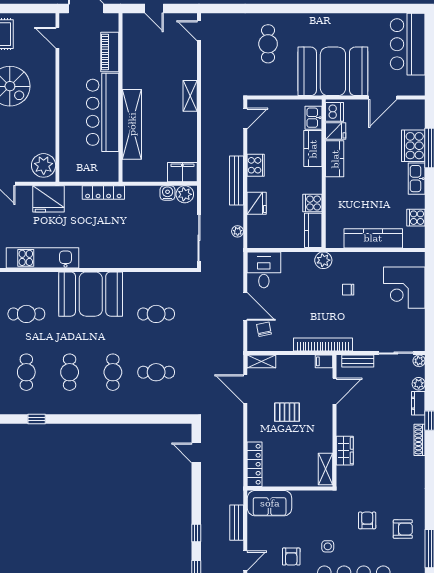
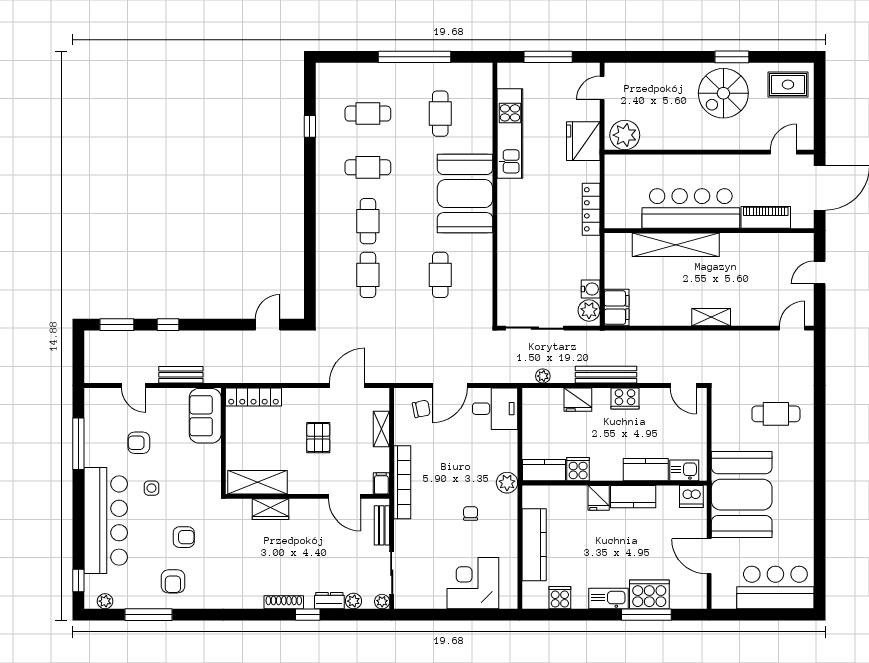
fridge: (336, 131) -> (599, 498), moved
shelving: (261, 361) -> (381, 429), moved
cafe table: (113, 372) -> (368, 221), turned 90
shelving: (325, 469) -> (257, 482), width x1.50, depth x1.33

